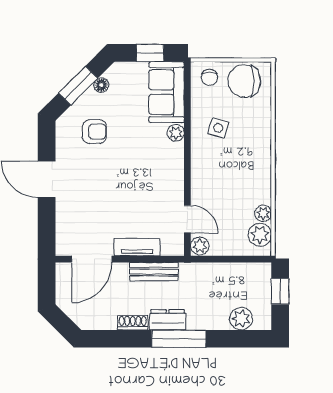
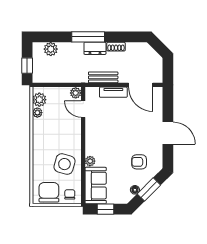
chair: (244, 81) -> (49, 192), turned -90
side table: (218, 128) -> (64, 164), width x1.87, depth x1.87
door: (92, 259) -> (141, 85), swing flipped

